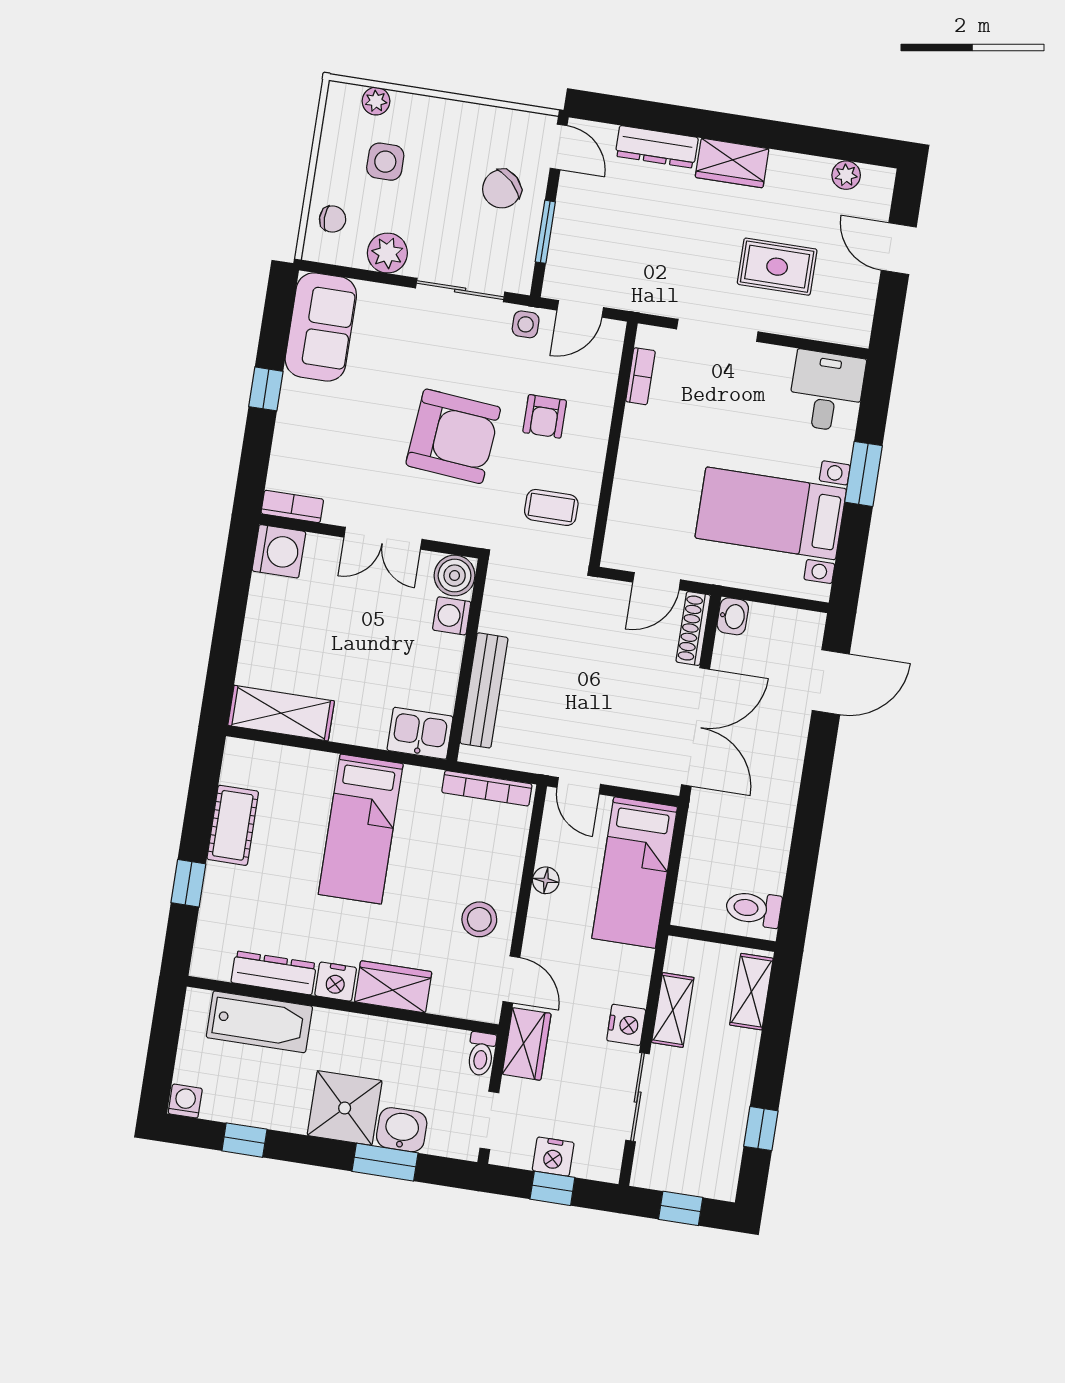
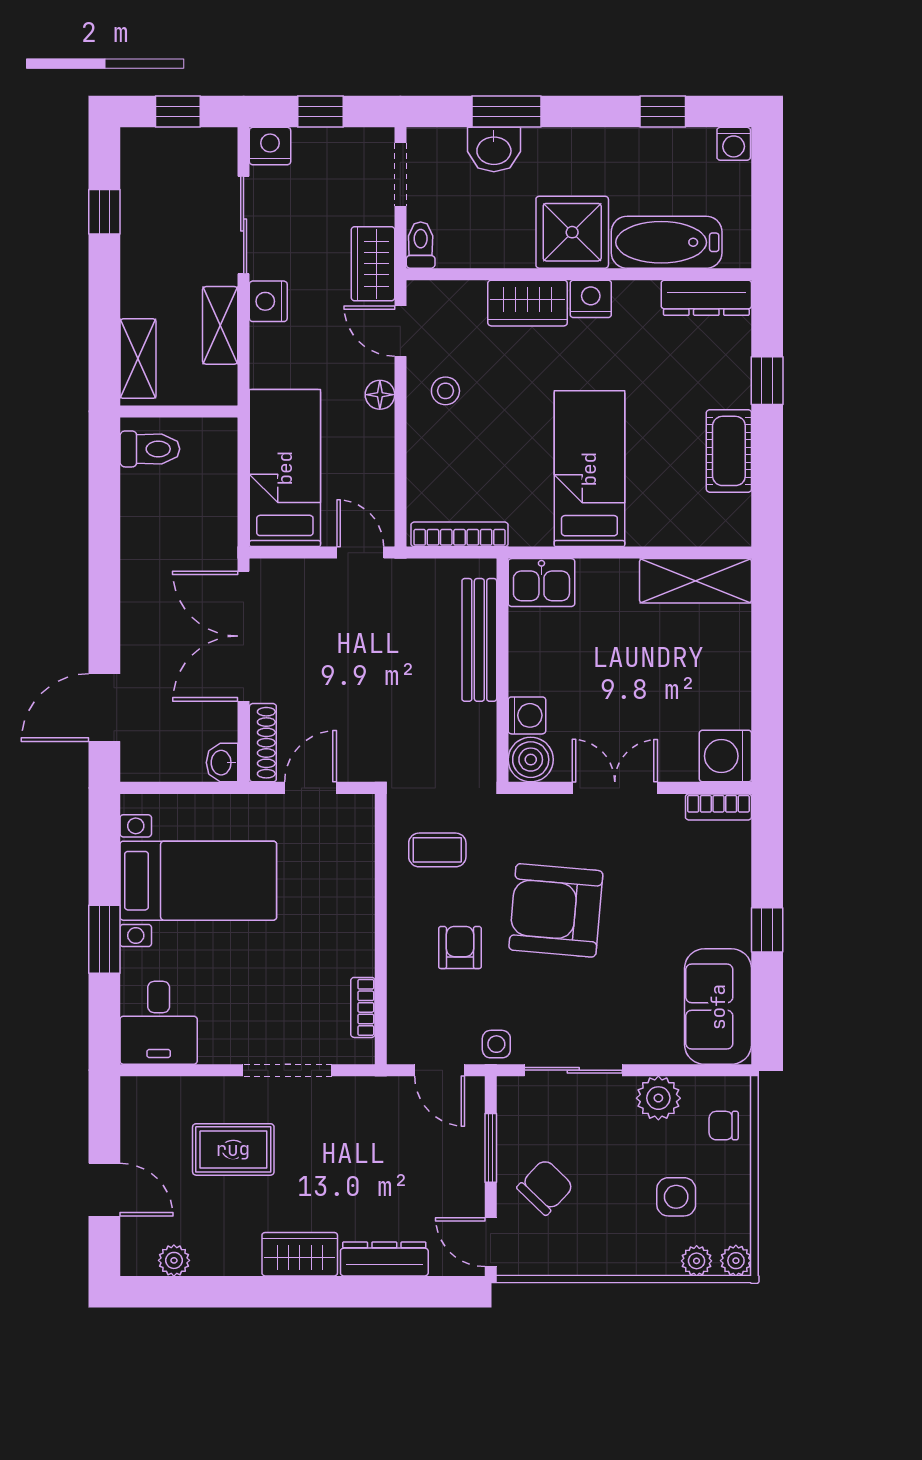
plant: (340, 96) -> (736, 1261), added
door: (580, 309) -> (440, 1070), swing flipped
floor lamp: (546, 880) -> (380, 395), moved
stool: (479, 919) -> (445, 391), width x0.73, depth x0.73
dresser: (274, 973) -> (706, 298), moved
shower: (345, 1108) -> (572, 232), moved
nightstand: (553, 1157) -> (270, 146), moved

